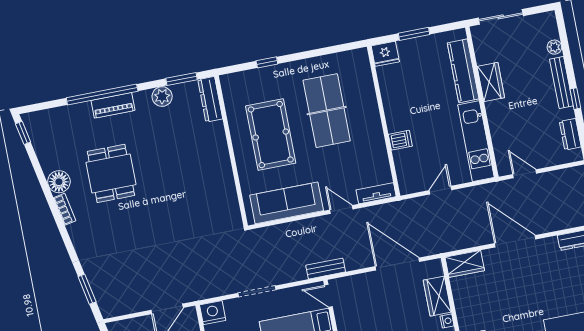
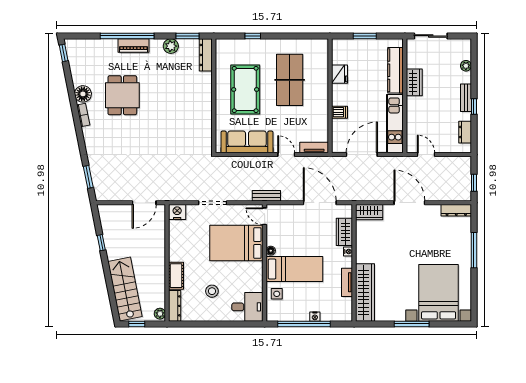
fridge: (385, 54) -> (340, 74), moved, turned -90
bench: (561, 82) -> (466, 98), width x0.73
door: (440, 190) -> (362, 155), width x1.88

